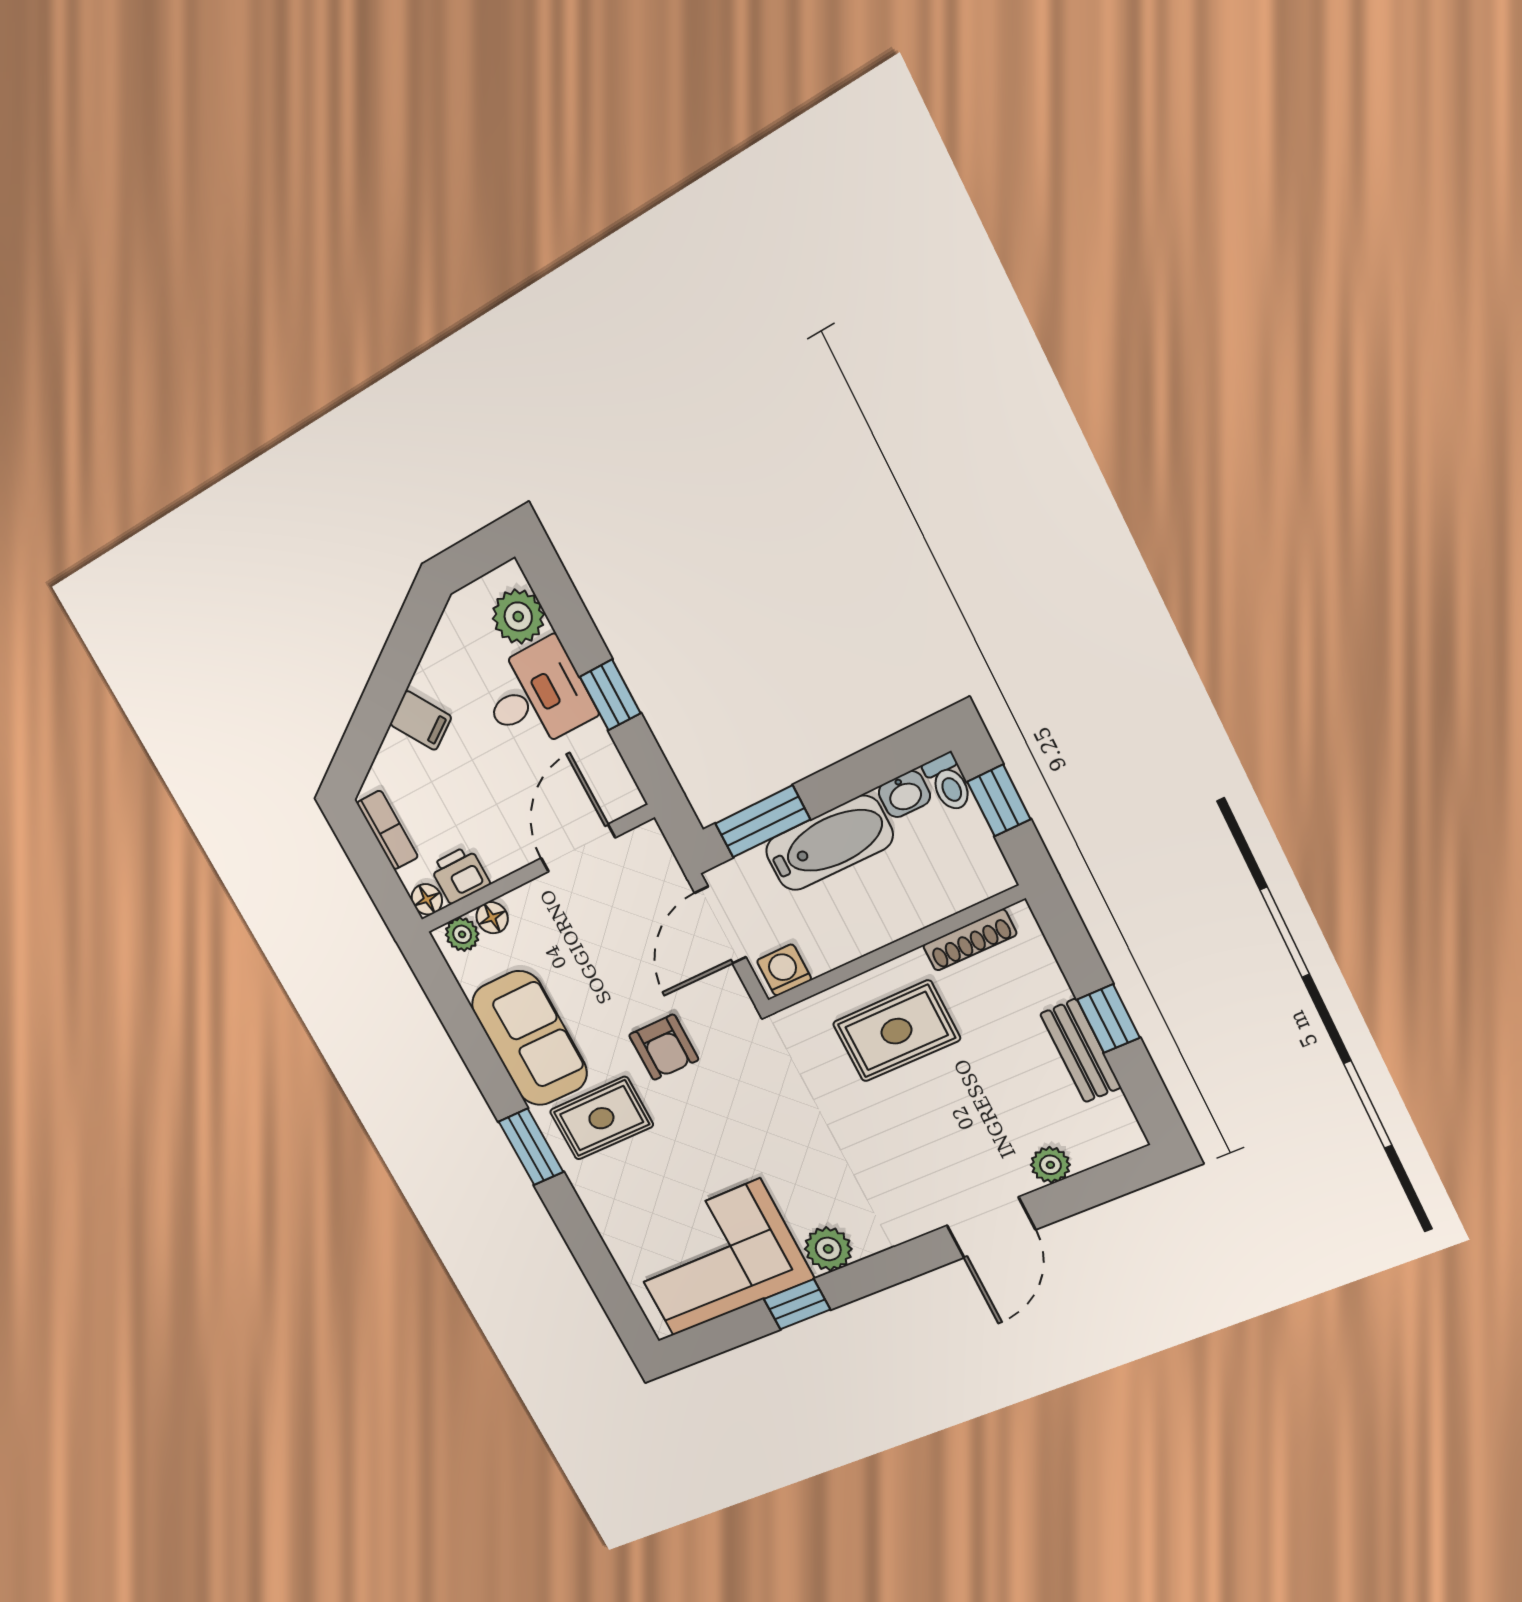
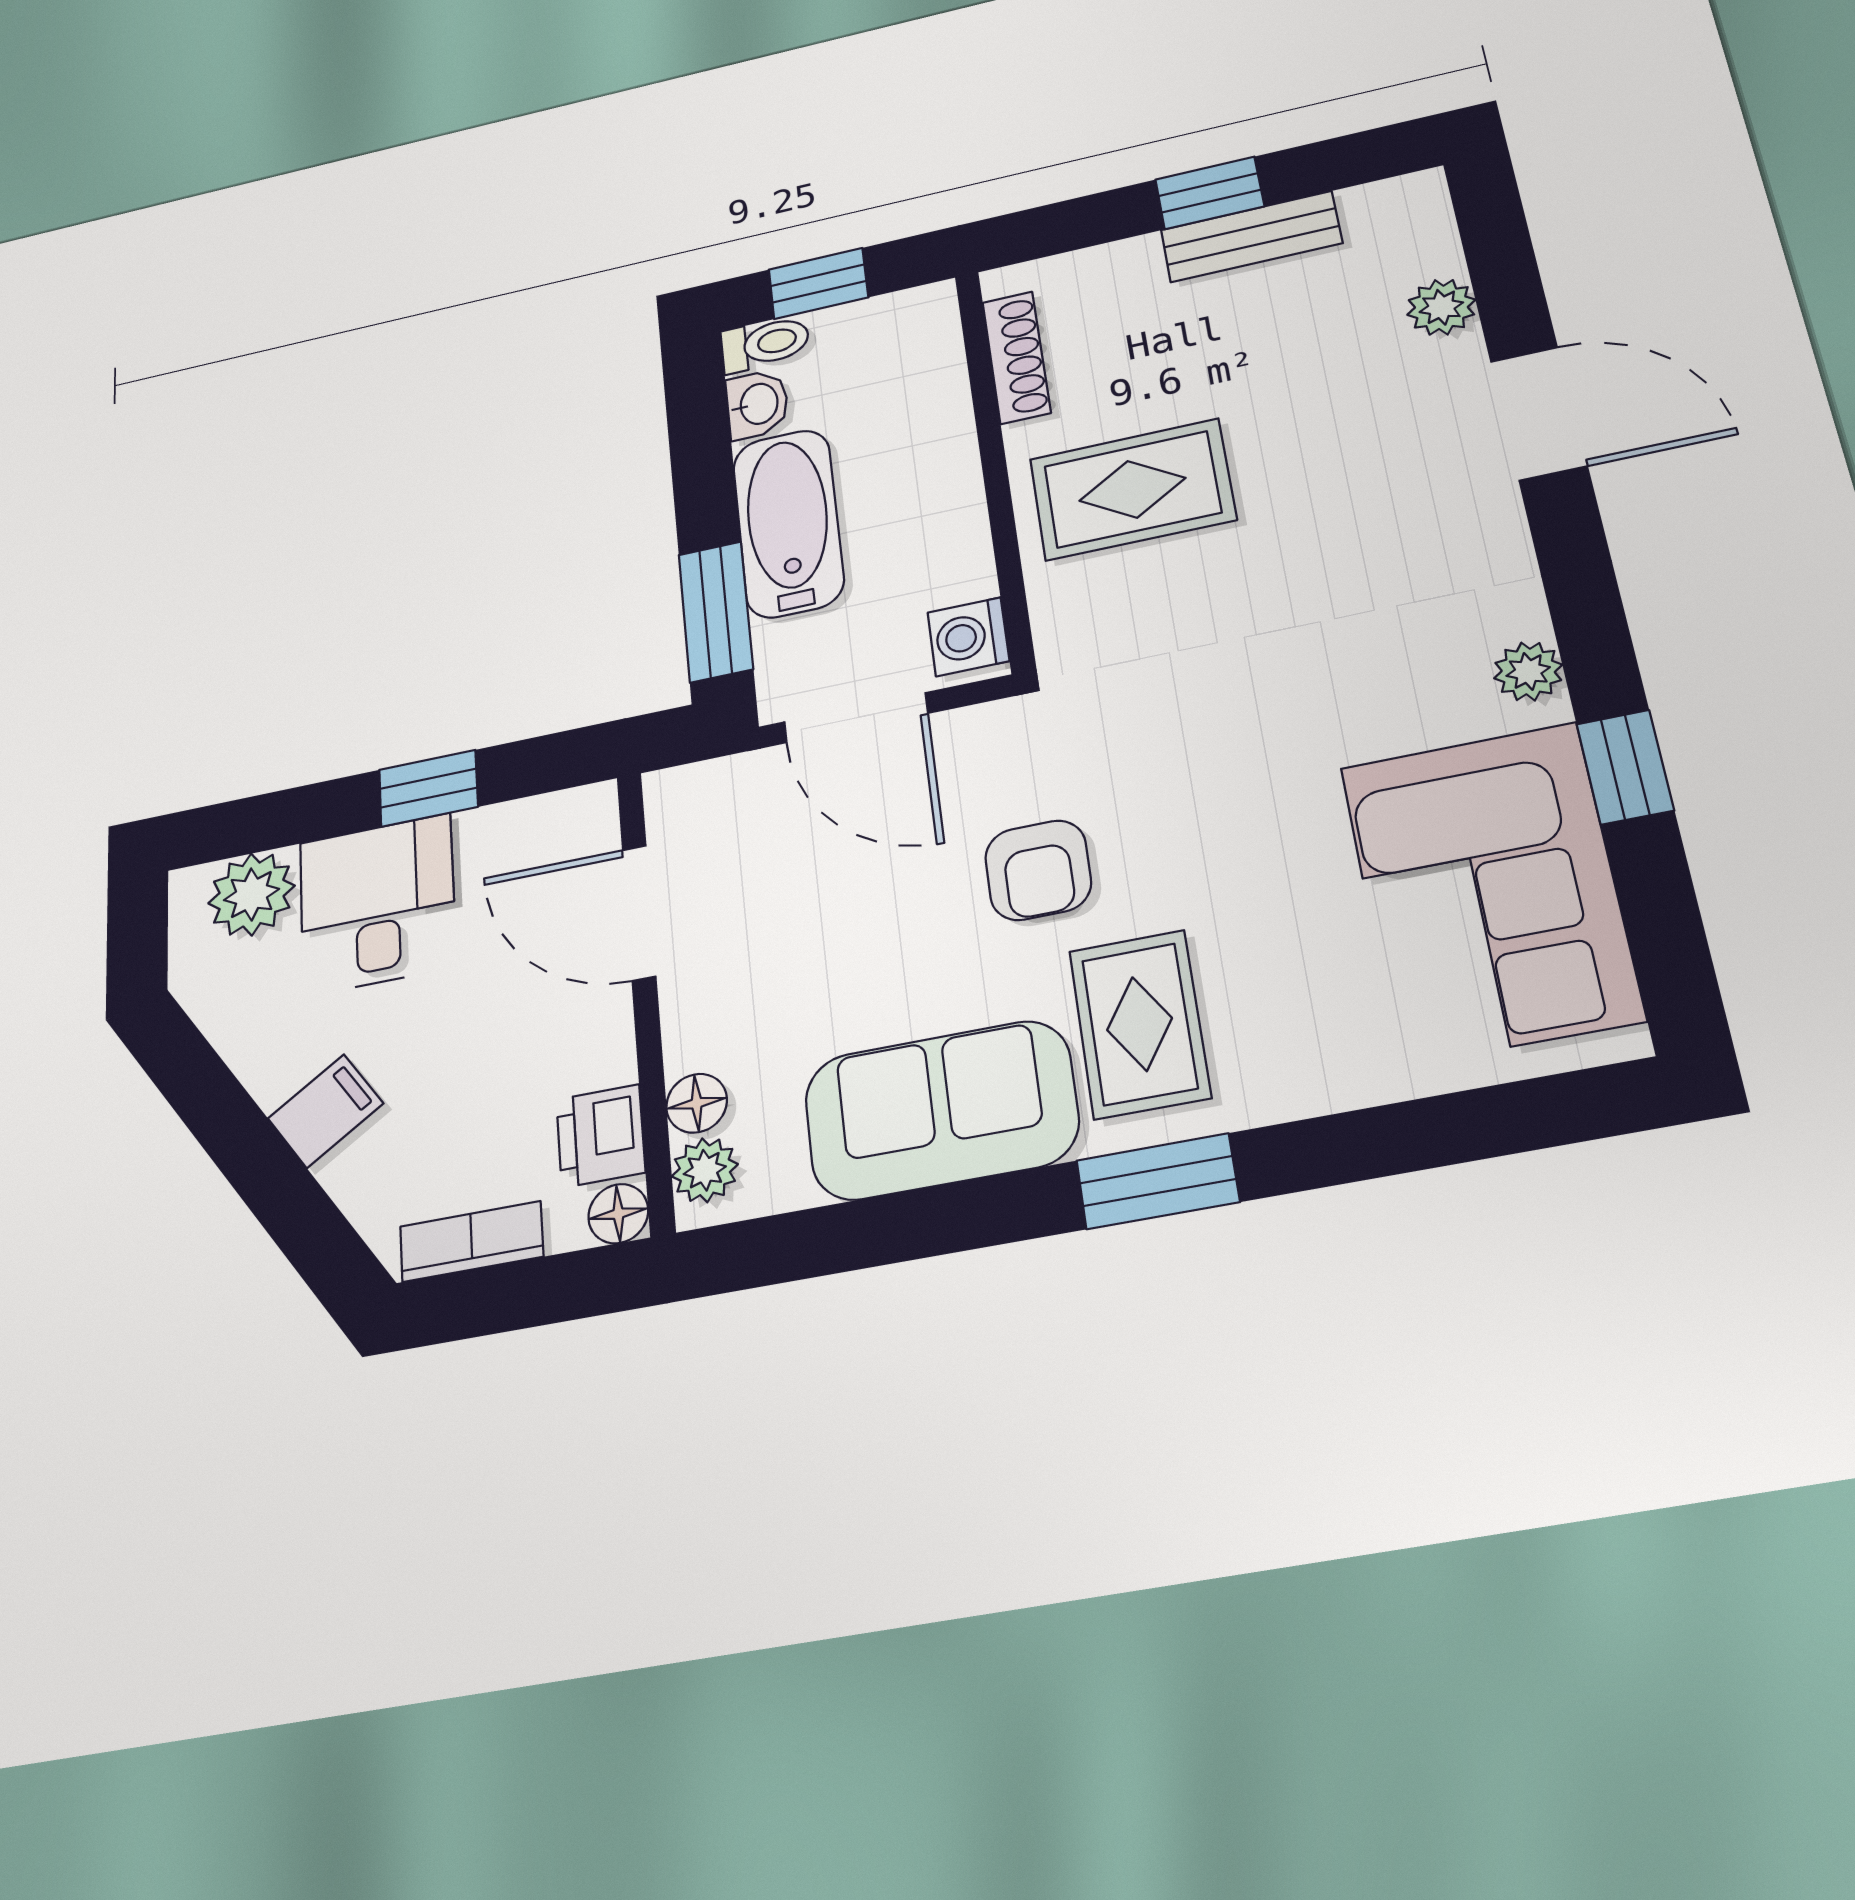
rug: (896, 1031) -> (1132, 489), turned 90
armchair: (664, 1047) -> (1038, 870), turned 90
plant: (828, 1249) -> (1528, 671), width x0.73, depth x0.73

